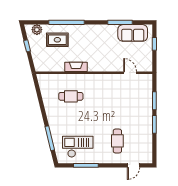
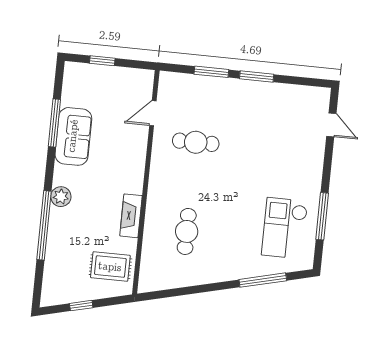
plant: (37, 30) -> (61, 197), moved
sofa: (133, 33) -> (73, 136), moved
rug: (57, 40) -> (110, 267), moved, turned 90
cafe table: (117, 141) -> (196, 142), moved

